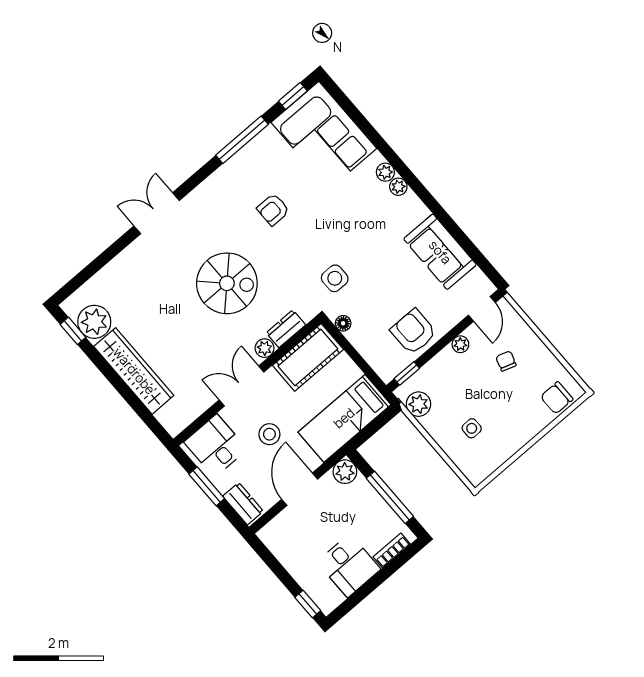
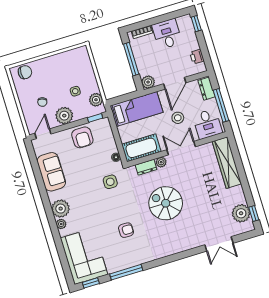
plant: (398, 187) -> (61, 209), width x1.88, depth x1.88
double door: (157, 213) -> (219, 244), moved
plant: (460, 344) -> (64, 116), width x1.88, depth x1.88
wardrobe: (134, 371) -> (227, 163), moved
double door: (241, 386) -> (181, 148), swing flipped
side table: (472, 428) -> (75, 91), moved
window: (207, 486) -> (221, 105), width x1.44
printer: (282, 550) -> (197, 57), added

